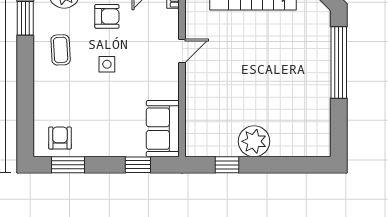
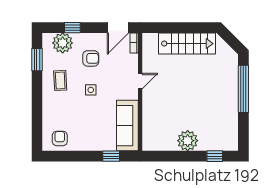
sofa: (163, 129) -> (127, 126), width x1.36
window: (68, 165) -> (65, 156), removed
window: (227, 165) -> (215, 156), moved

